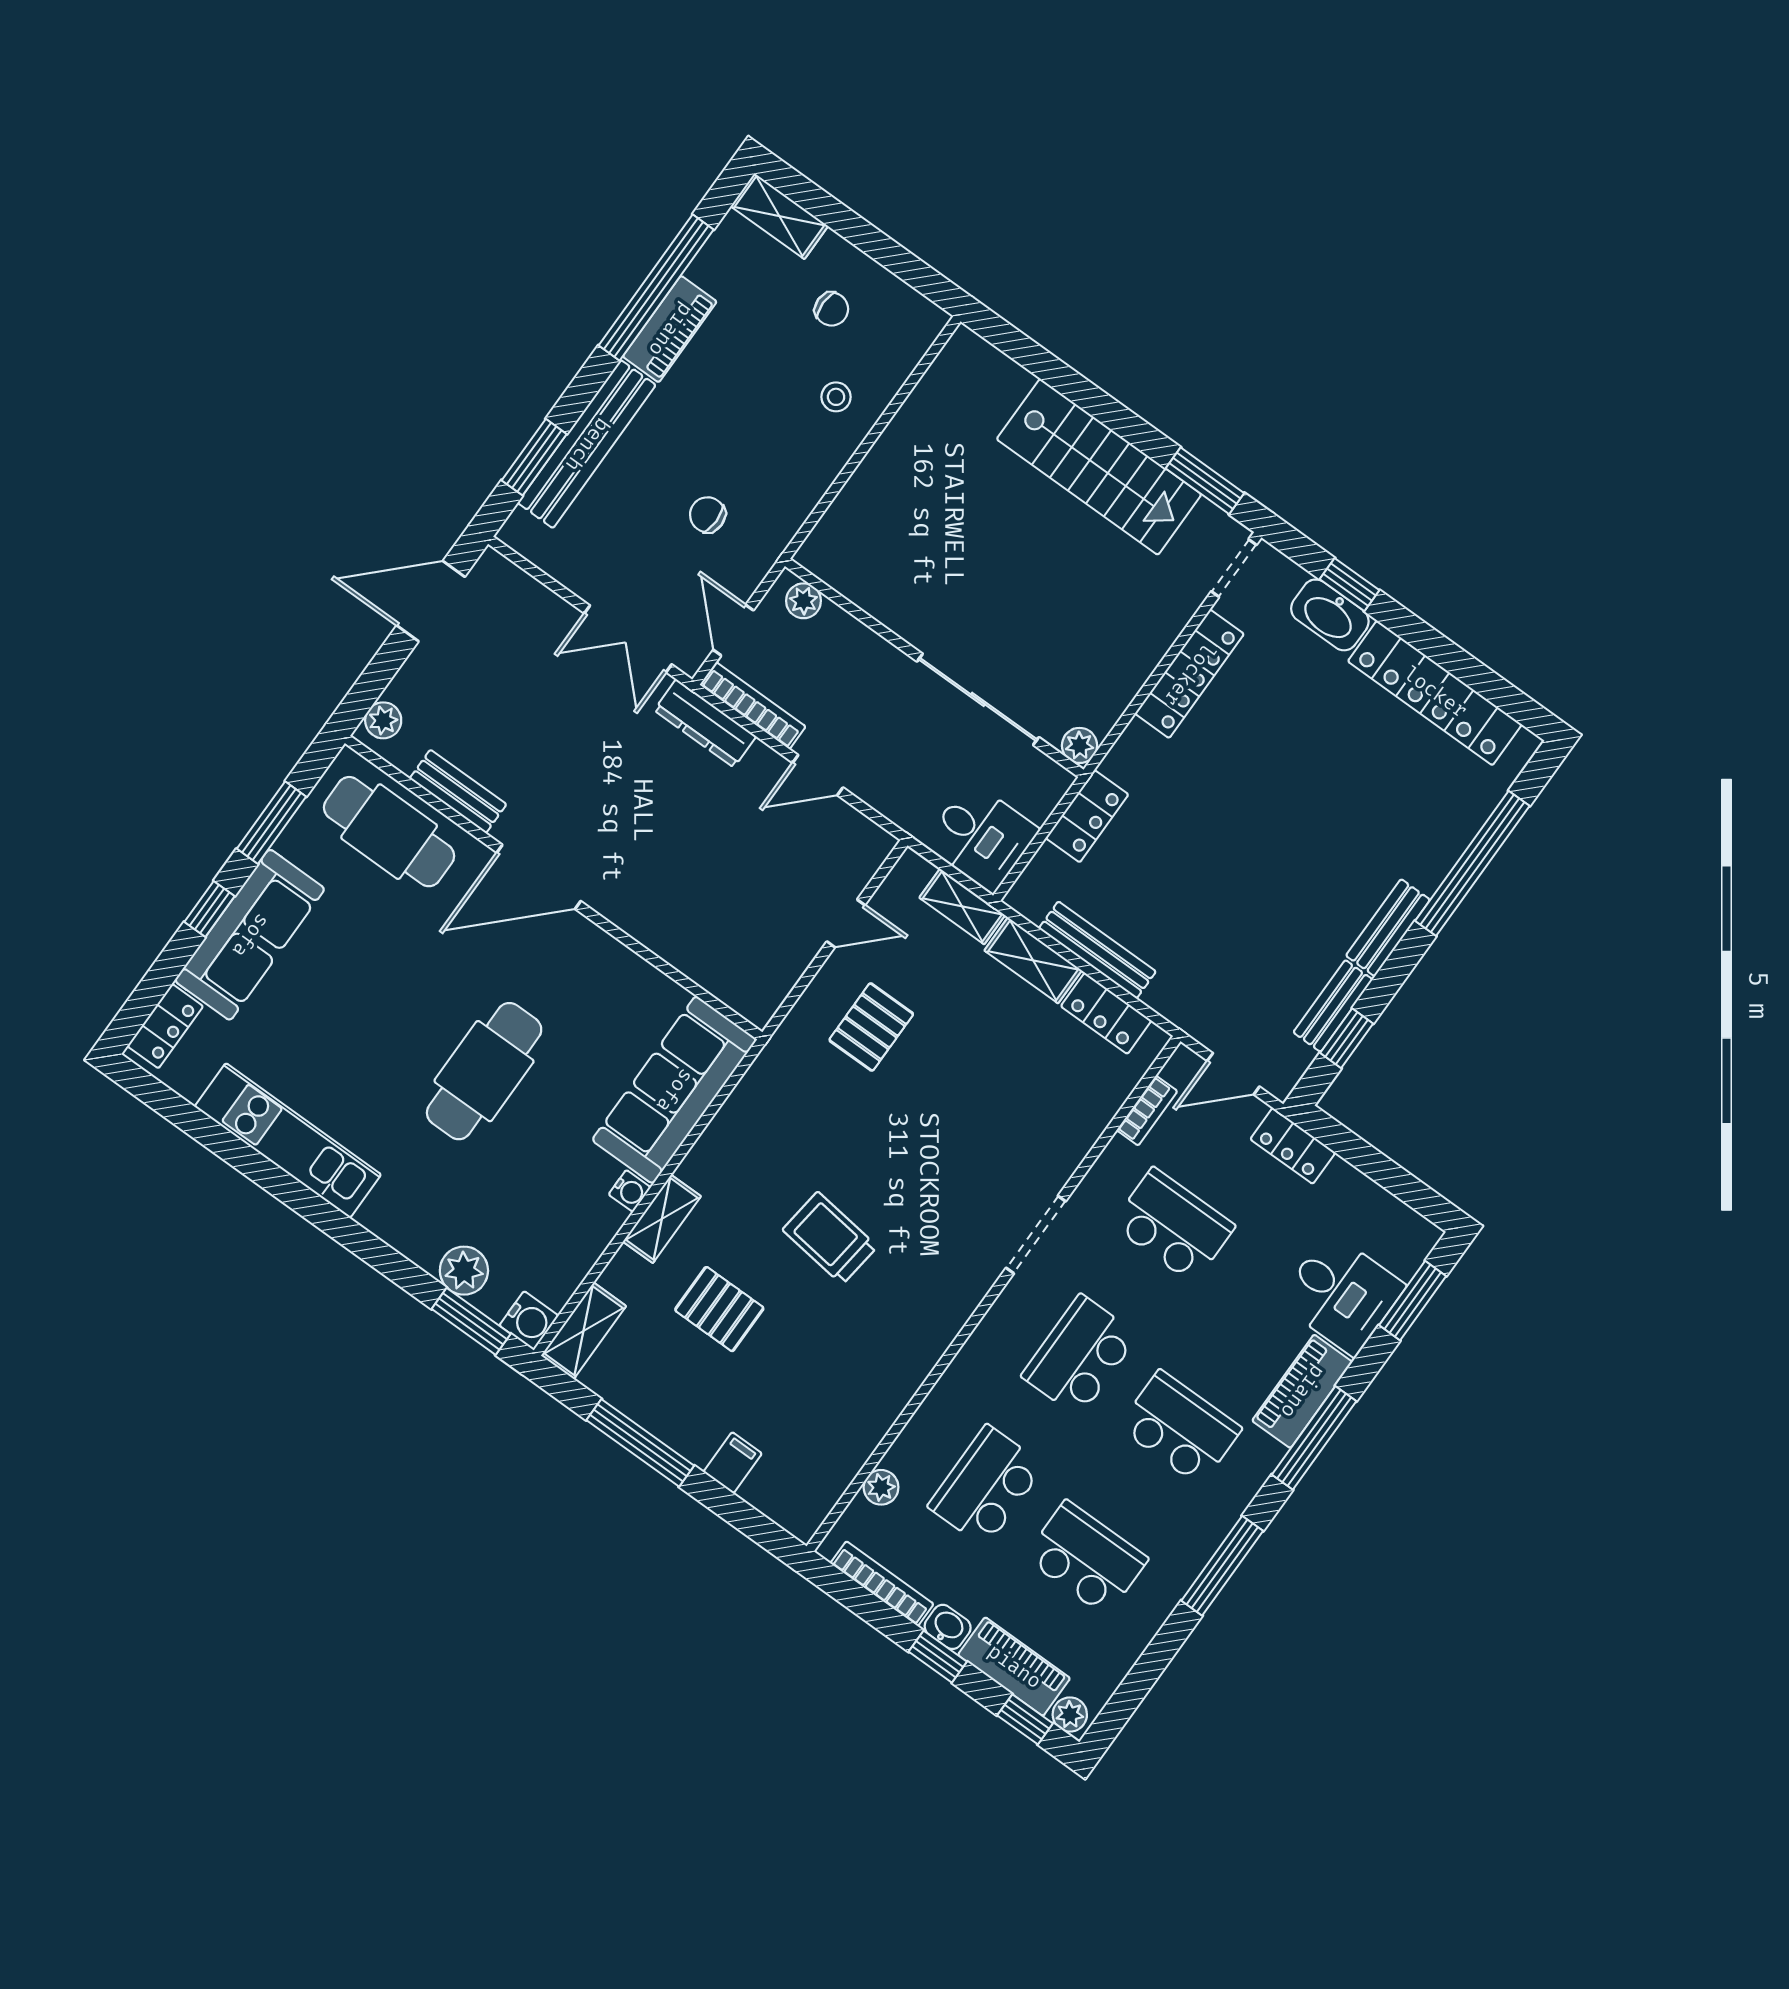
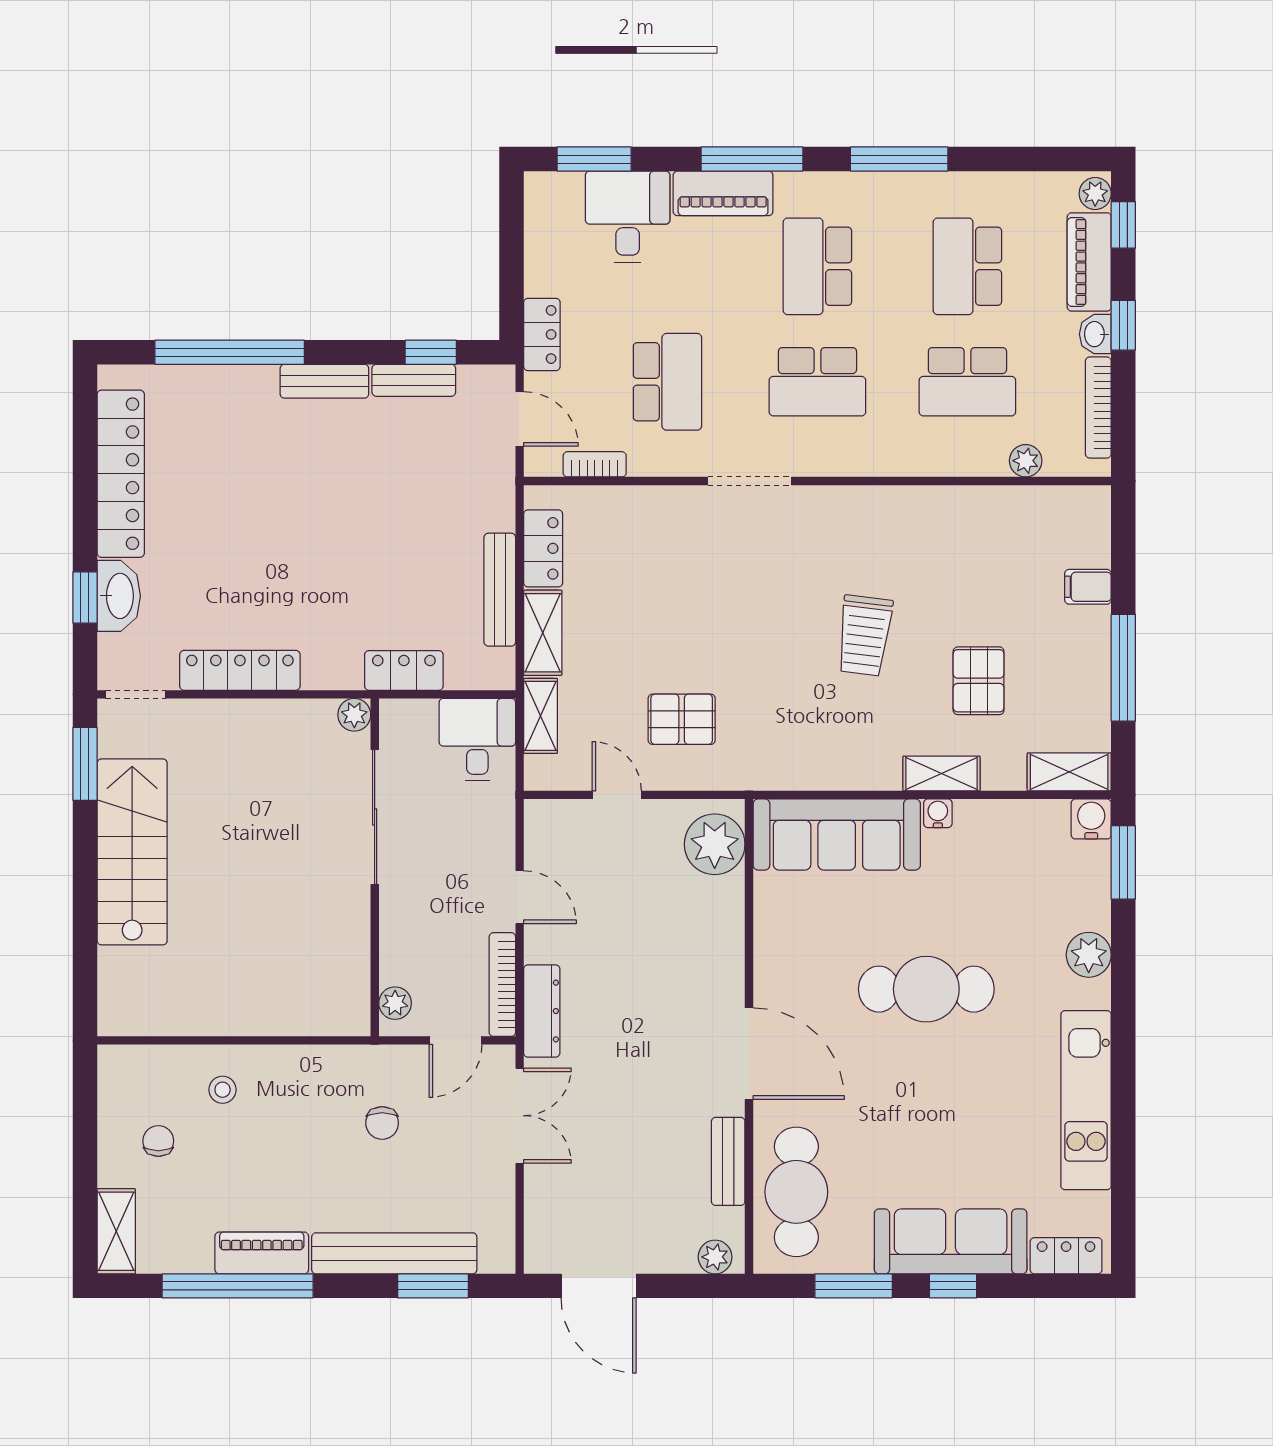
plant: (742, 978) -> (715, 844), added
school desk: (1173, 1225) -> (667, 382), turned 180
plant: (464, 1271) -> (1089, 955), moved

